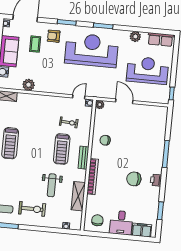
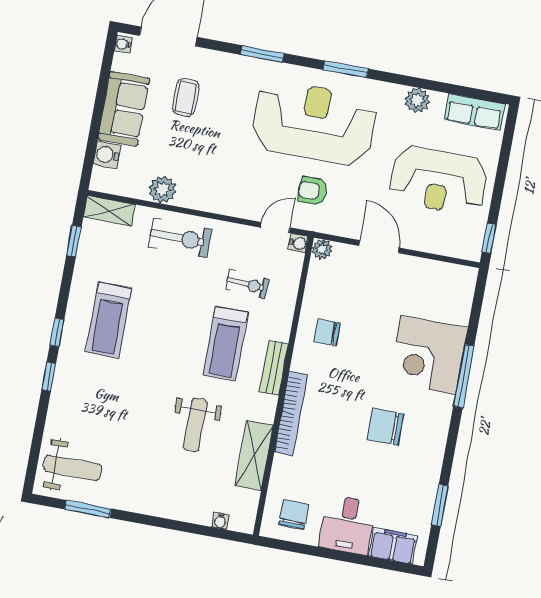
armchair: (54, 36) -> (313, 191), moved
reception desk: (147, 70) -> (438, 180), turned 180
corner desk: (150, 146) -> (428, 355), added
printer: (156, 180) -> (436, 434), removed
exercise bike: (32, 209) -> (180, 238), moved

